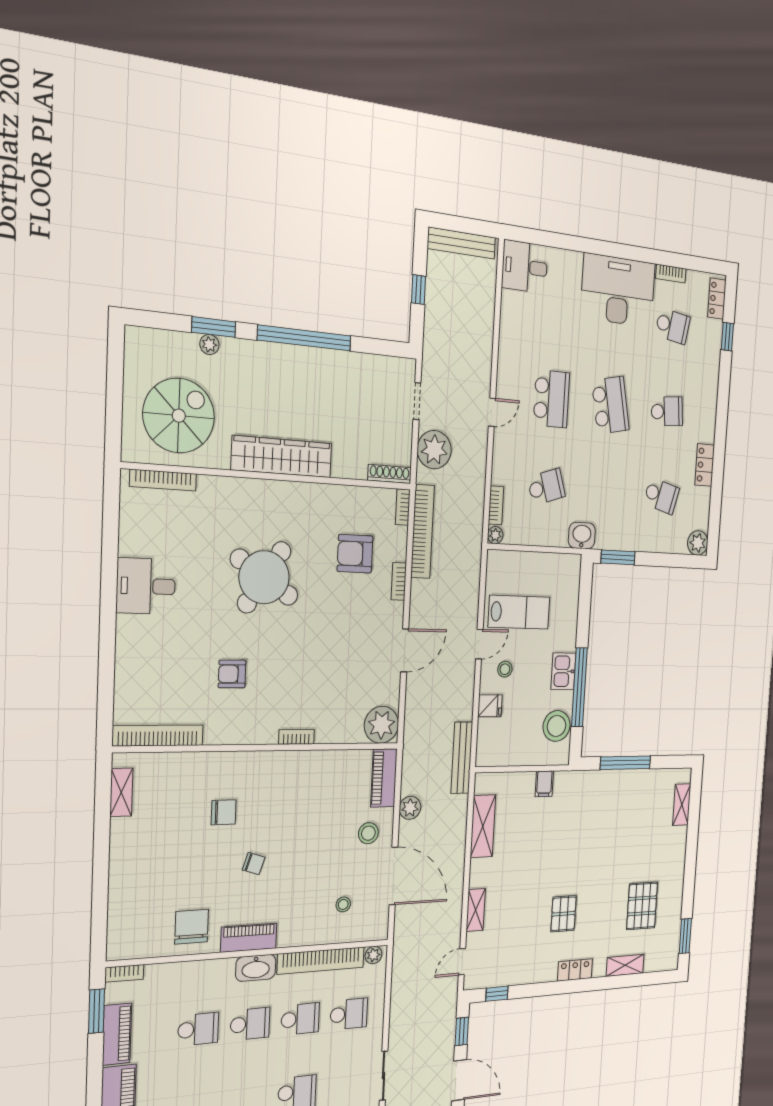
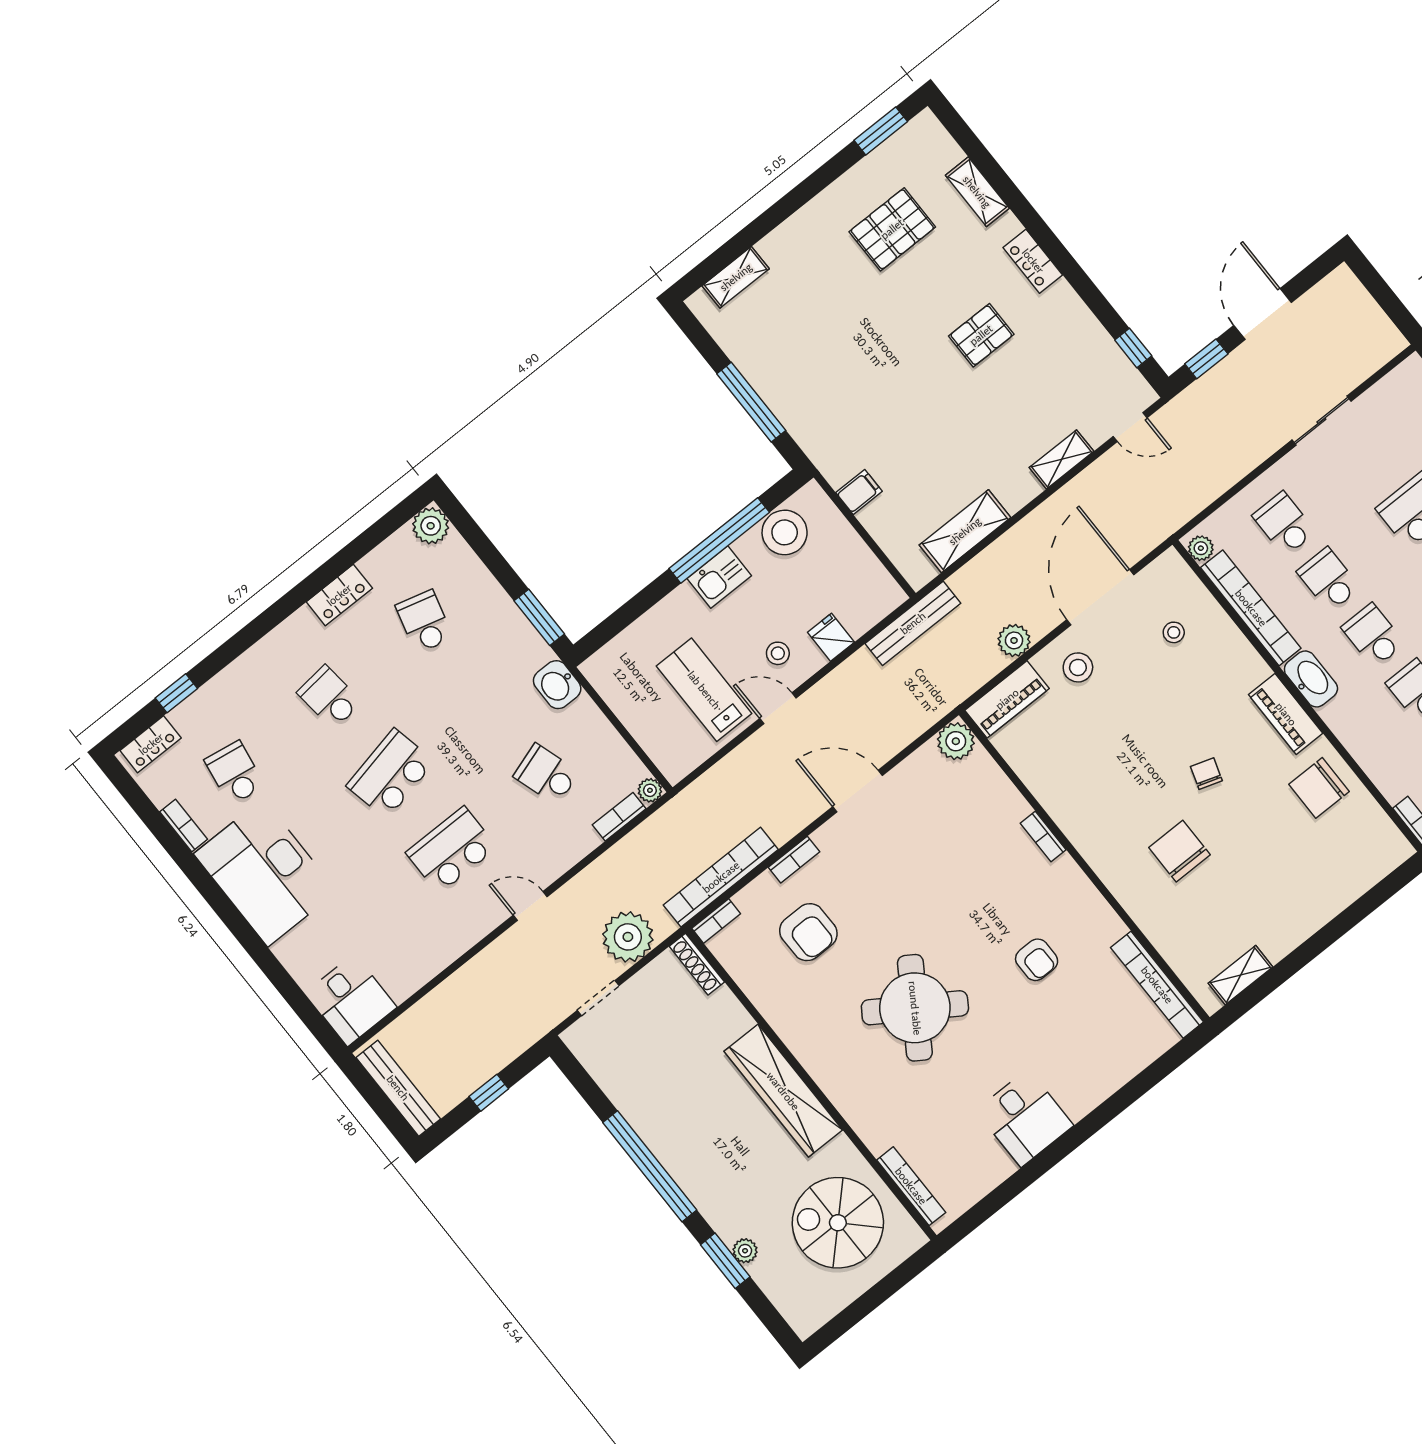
plant: (381, 725) -> (956, 741), width x0.73, depth x0.73
chair: (224, 812) -> (1179, 851), width x1.37, depth x1.37

